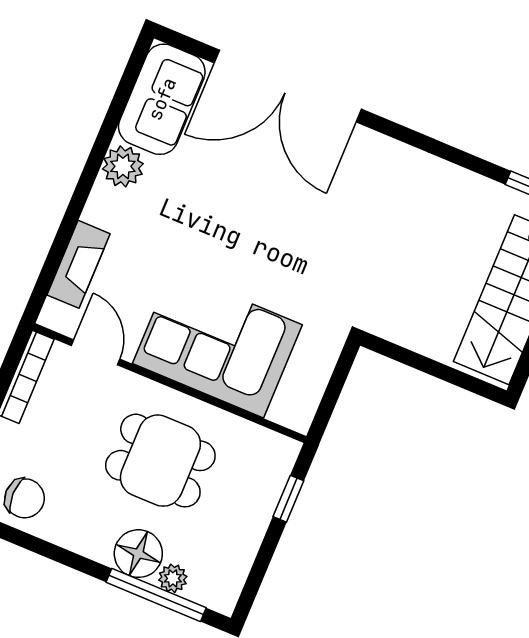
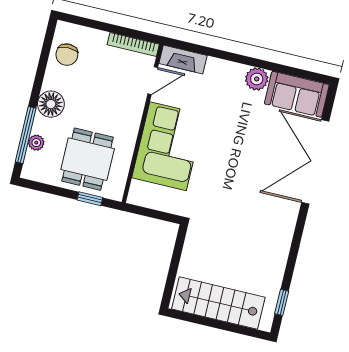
fireplace: (79, 264) -> (183, 59), moved
dining table: (160, 461) -> (88, 159), moved
floor lamp: (138, 554) -> (51, 104), moved

